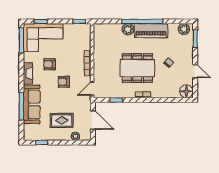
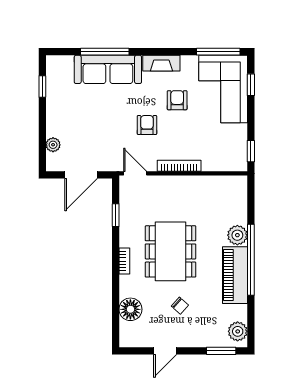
floor lamp: (186, 91) -> (130, 309), moved
rug: (62, 120) -> (80, 121), removed

